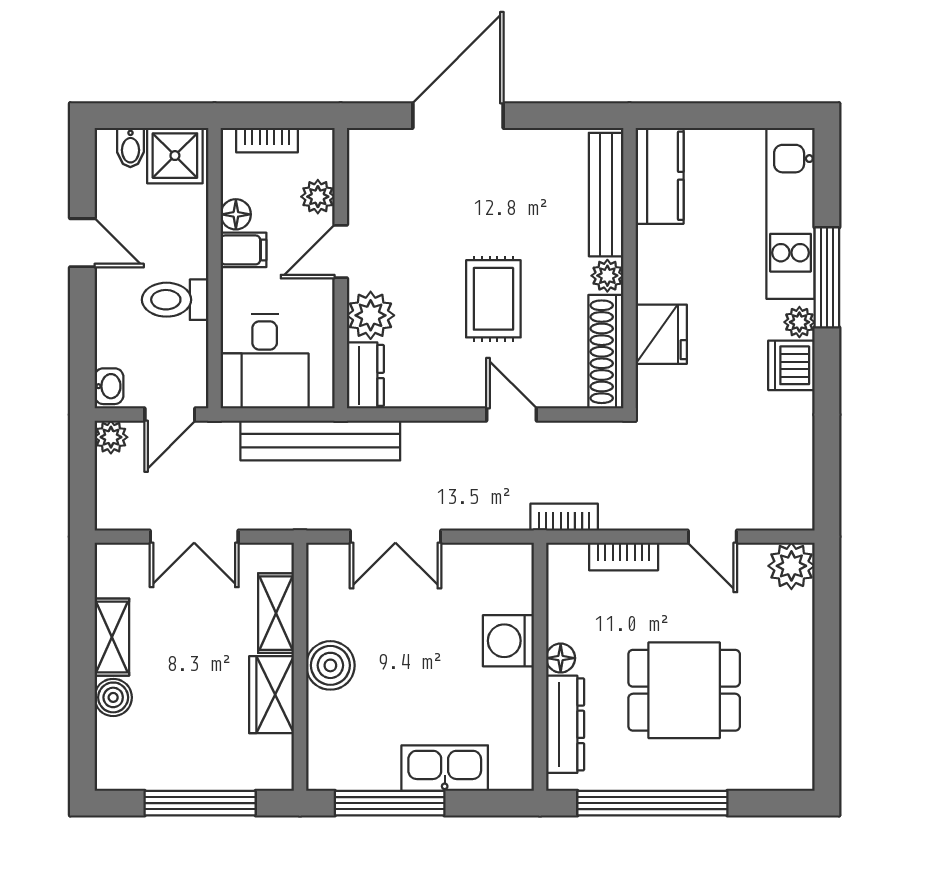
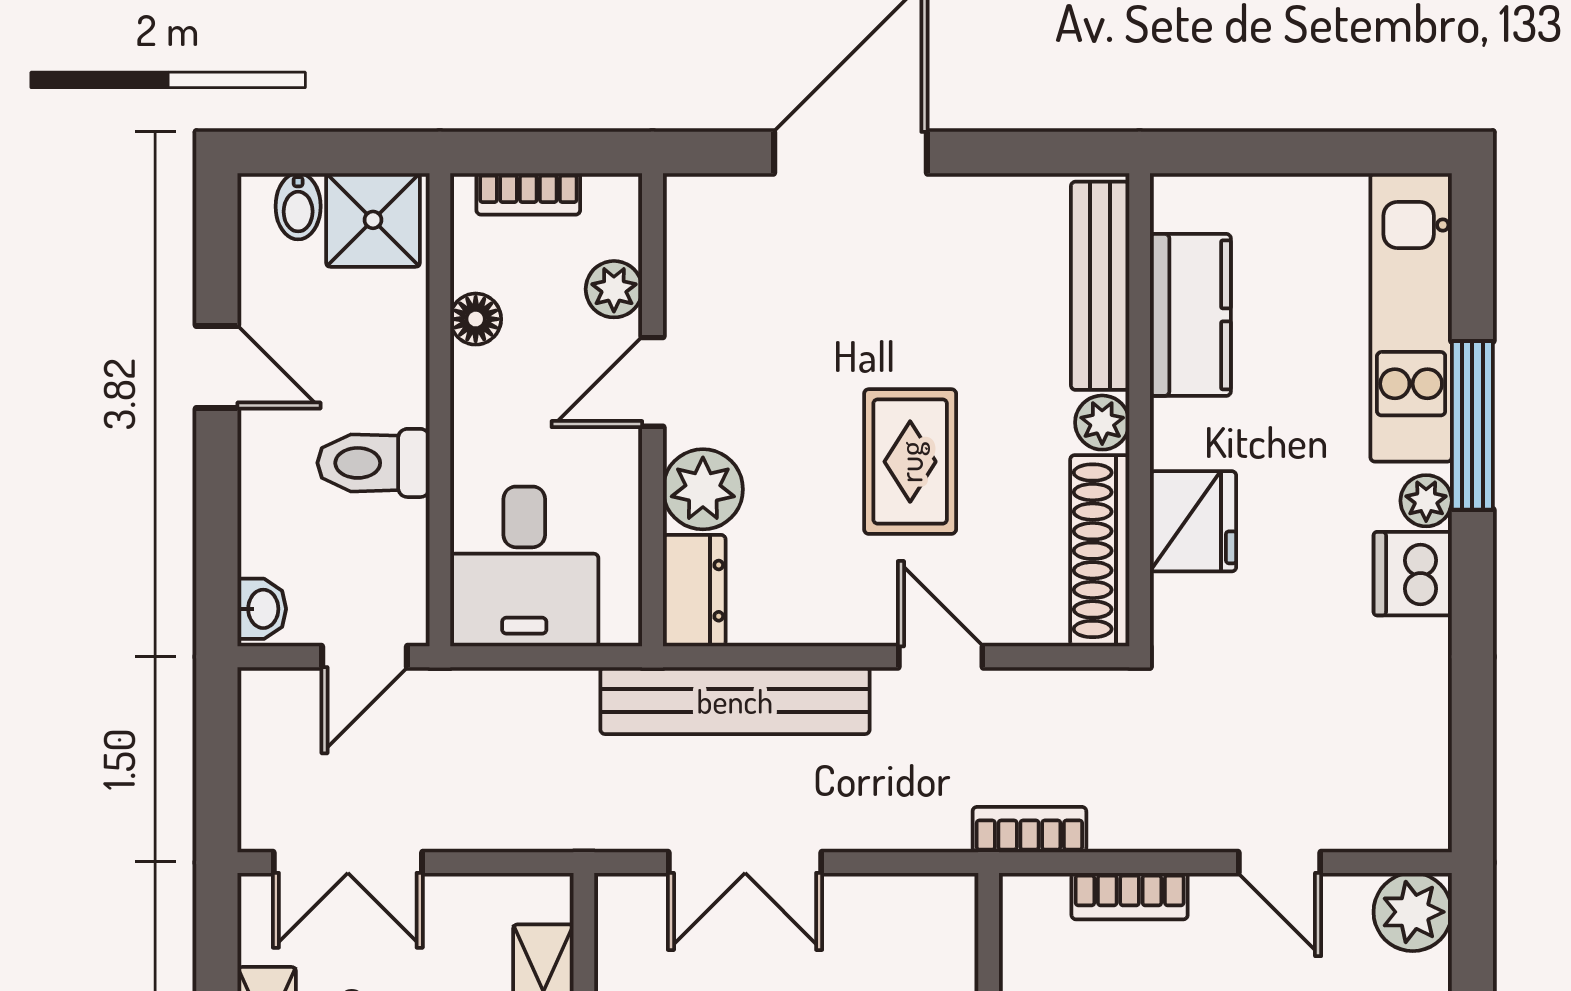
kitchen counter: (660, 176) -> (1190, 315), moved
filing cabinet: (244, 250) -> (489, 379), removed
plant: (111, 437) -> (265, 695), removed
bench: (320, 441) -> (735, 701), moved
double door: (194, 537) -> (348, 863), moved

